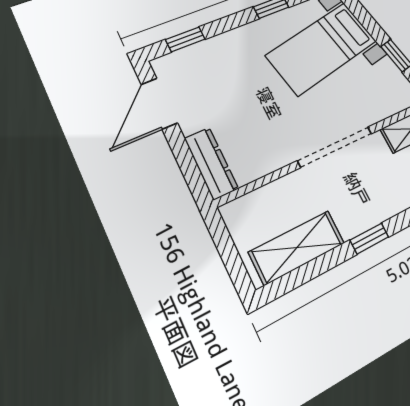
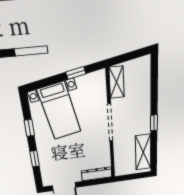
window: (185, 39) -> (35, 159), moved

